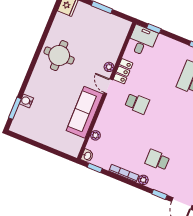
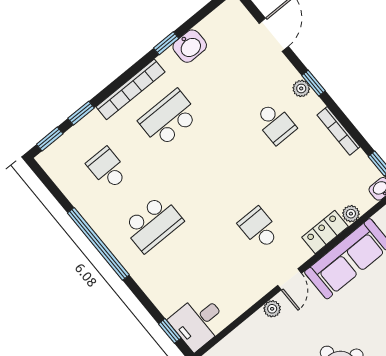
locker: (123, 71) -> (325, 232), moved
plant: (143, 180) -> (301, 88), moved
window: (159, 194) -> (314, 83), moved

